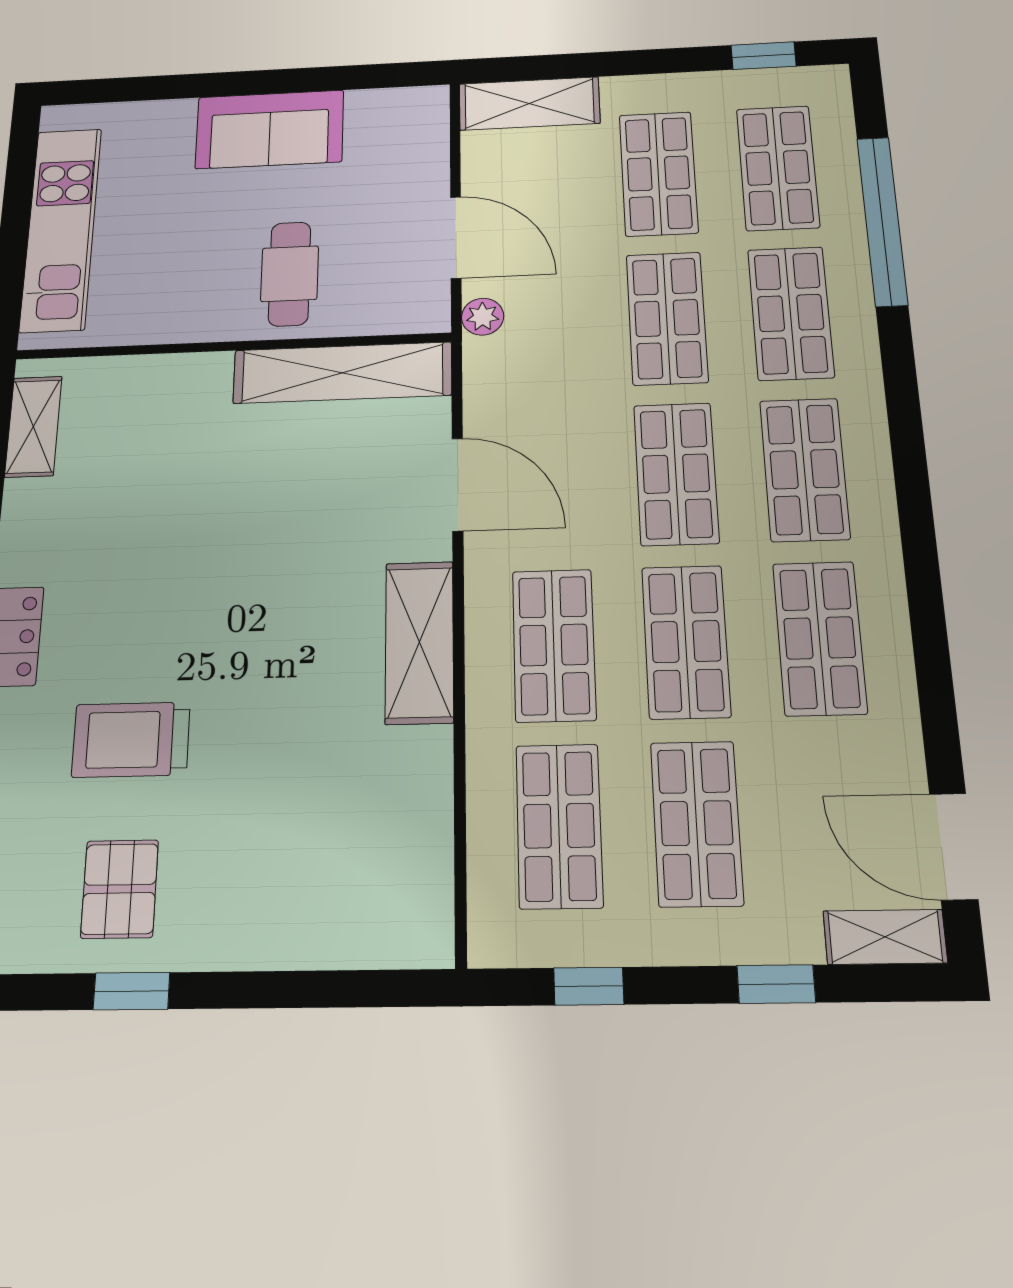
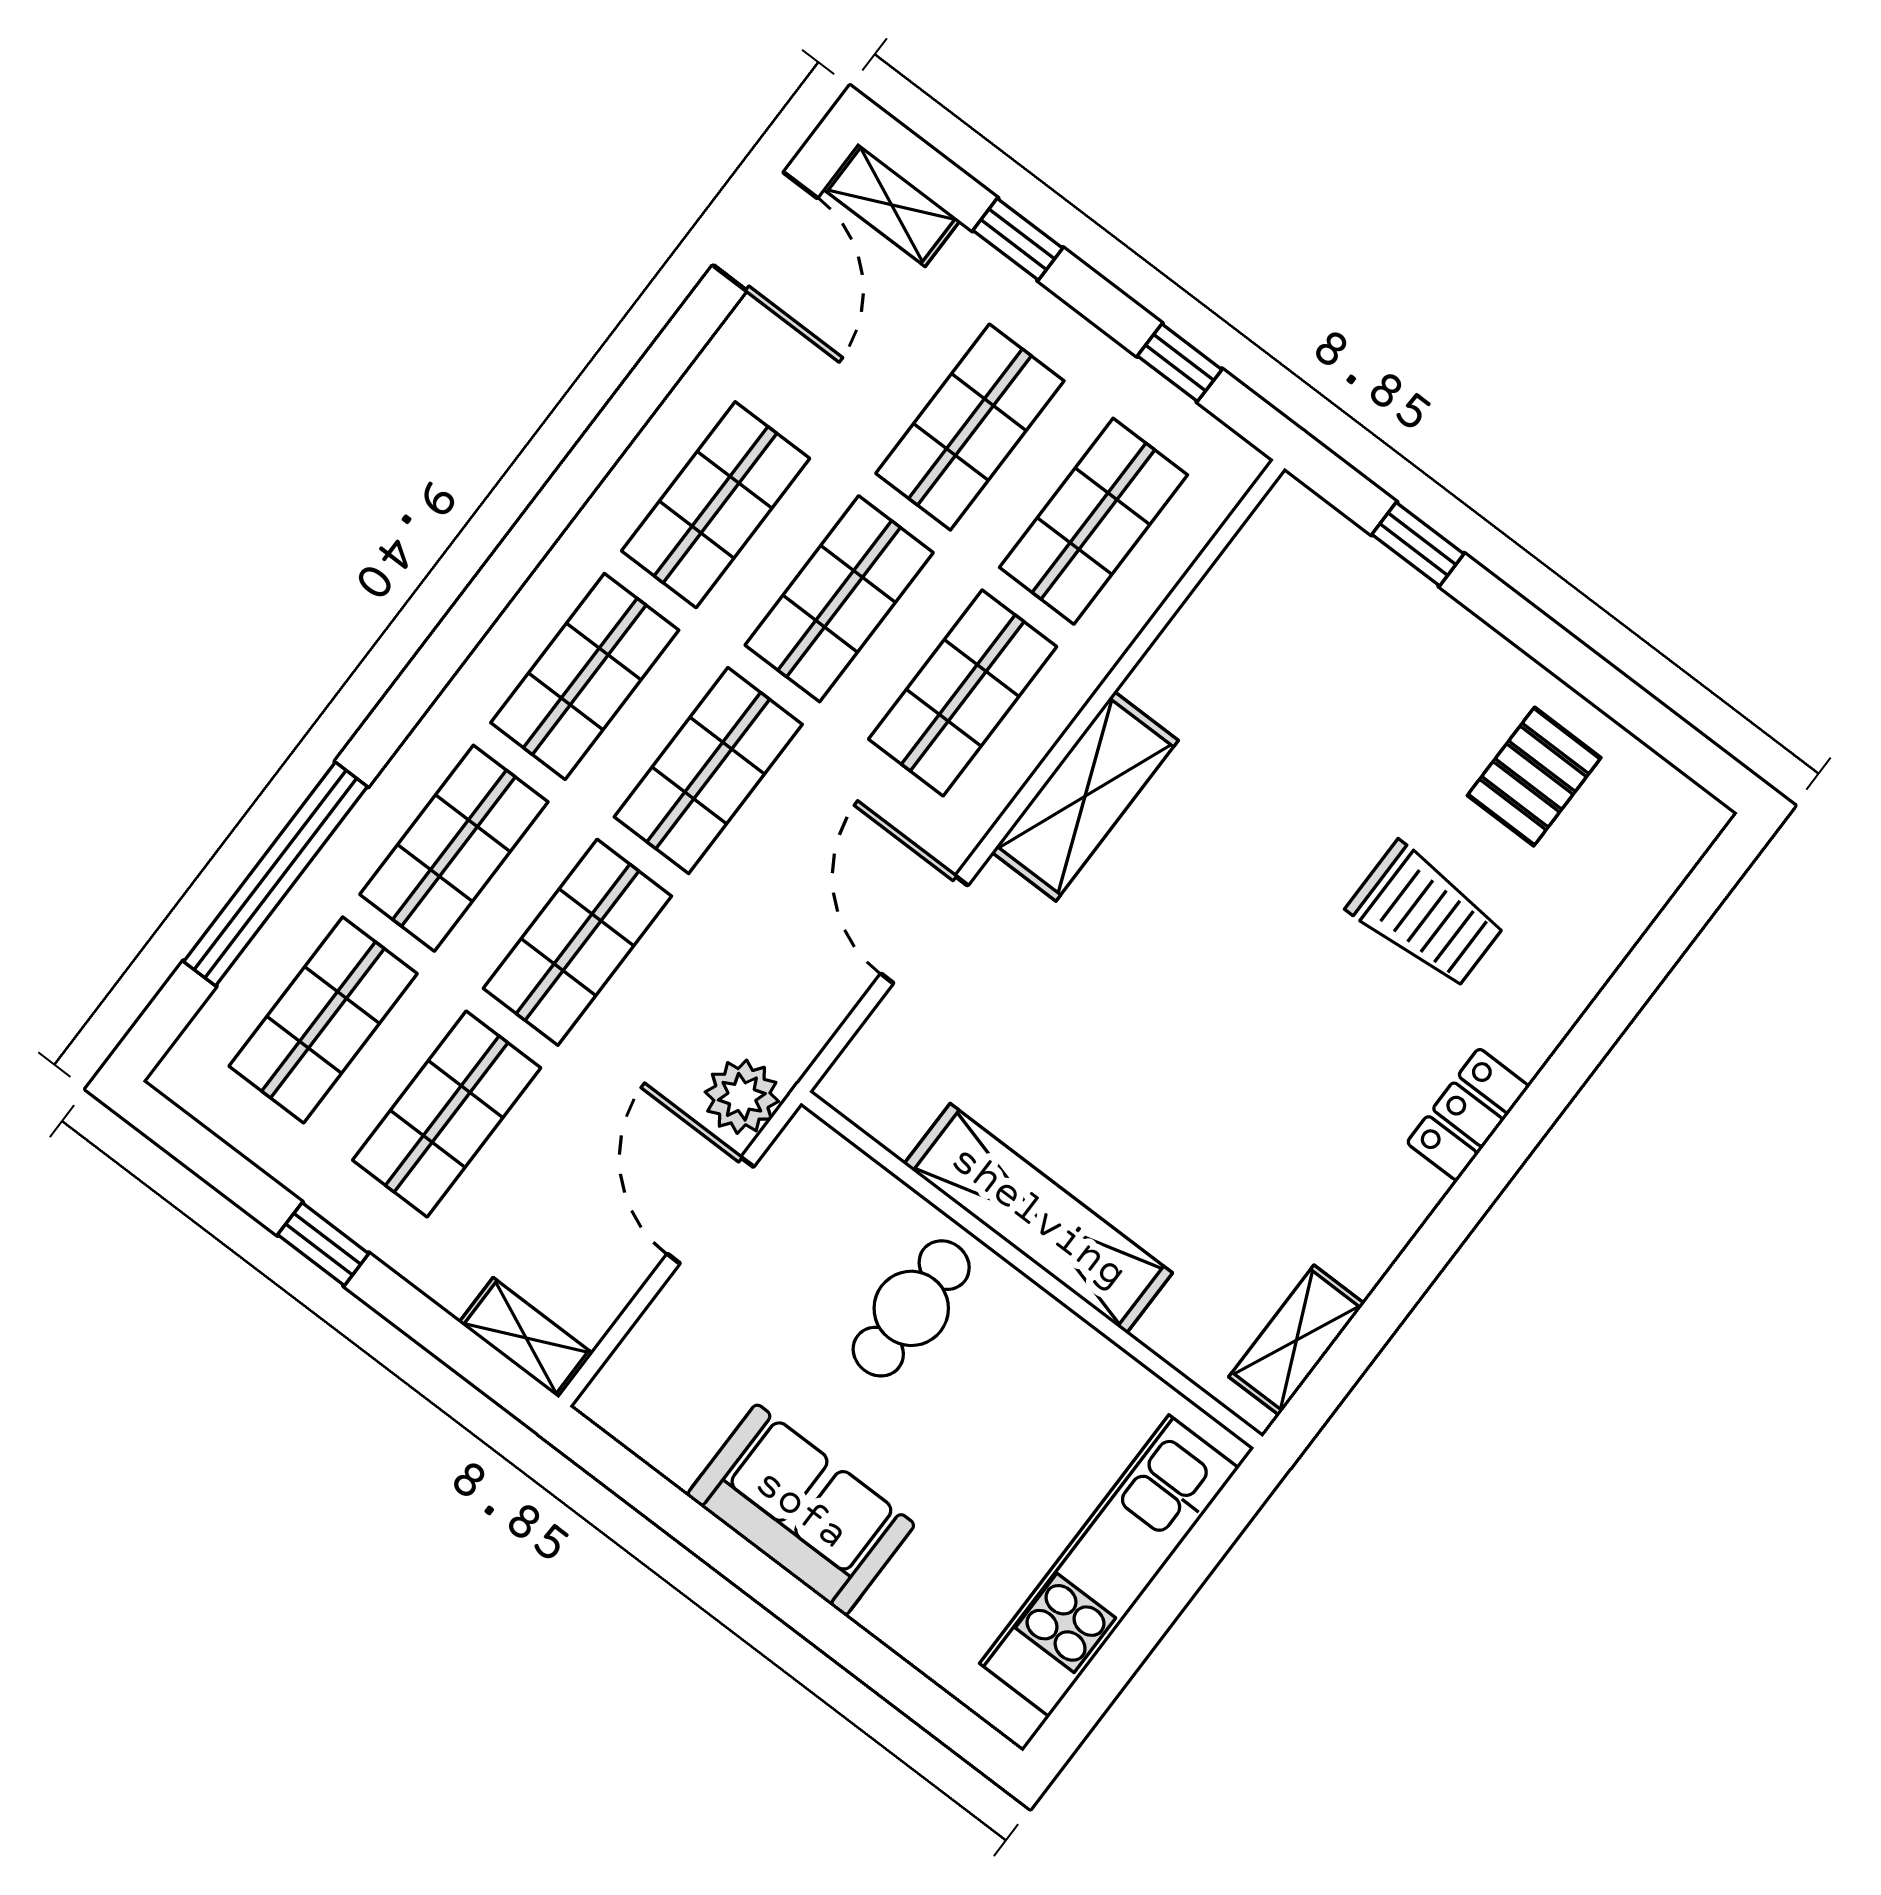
window: (763, 56) -> (323, 1244), moved
shelving: (529, 103) -> (526, 1338), width x0.67, depth x0.75
plant: (483, 317) -> (742, 1097), width x1.38, depth x1.38
shelving: (342, 373) -> (1038, 1218), moved
window: (131, 991) -> (1418, 544), moved

